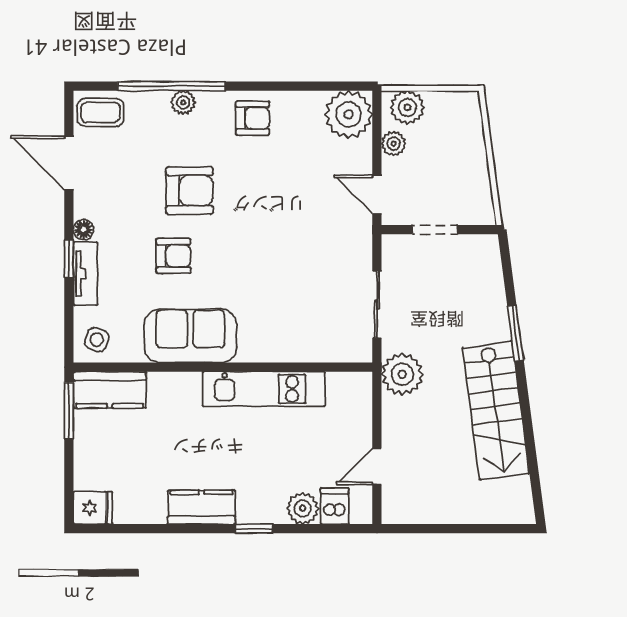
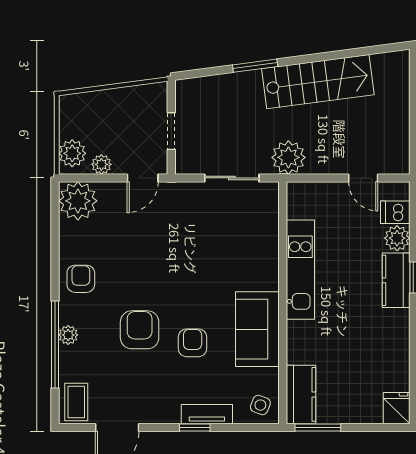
floor lamp: (84, 230) -> (171, 416), removed
kitchen counter: (201, 507) -> (396, 280), moved

